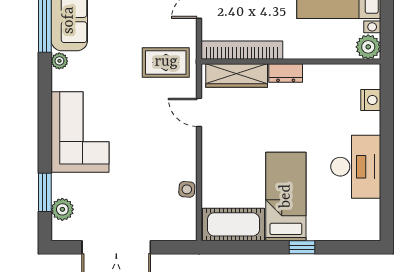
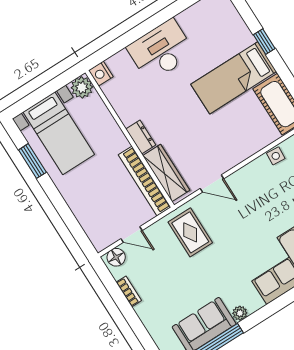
nightstand: (371, 100) -> (101, 74), moved, turned -90
door: (199, 112) -> (212, 184), hinge flipped
desk: (356, 167) -> (161, 50), moved

